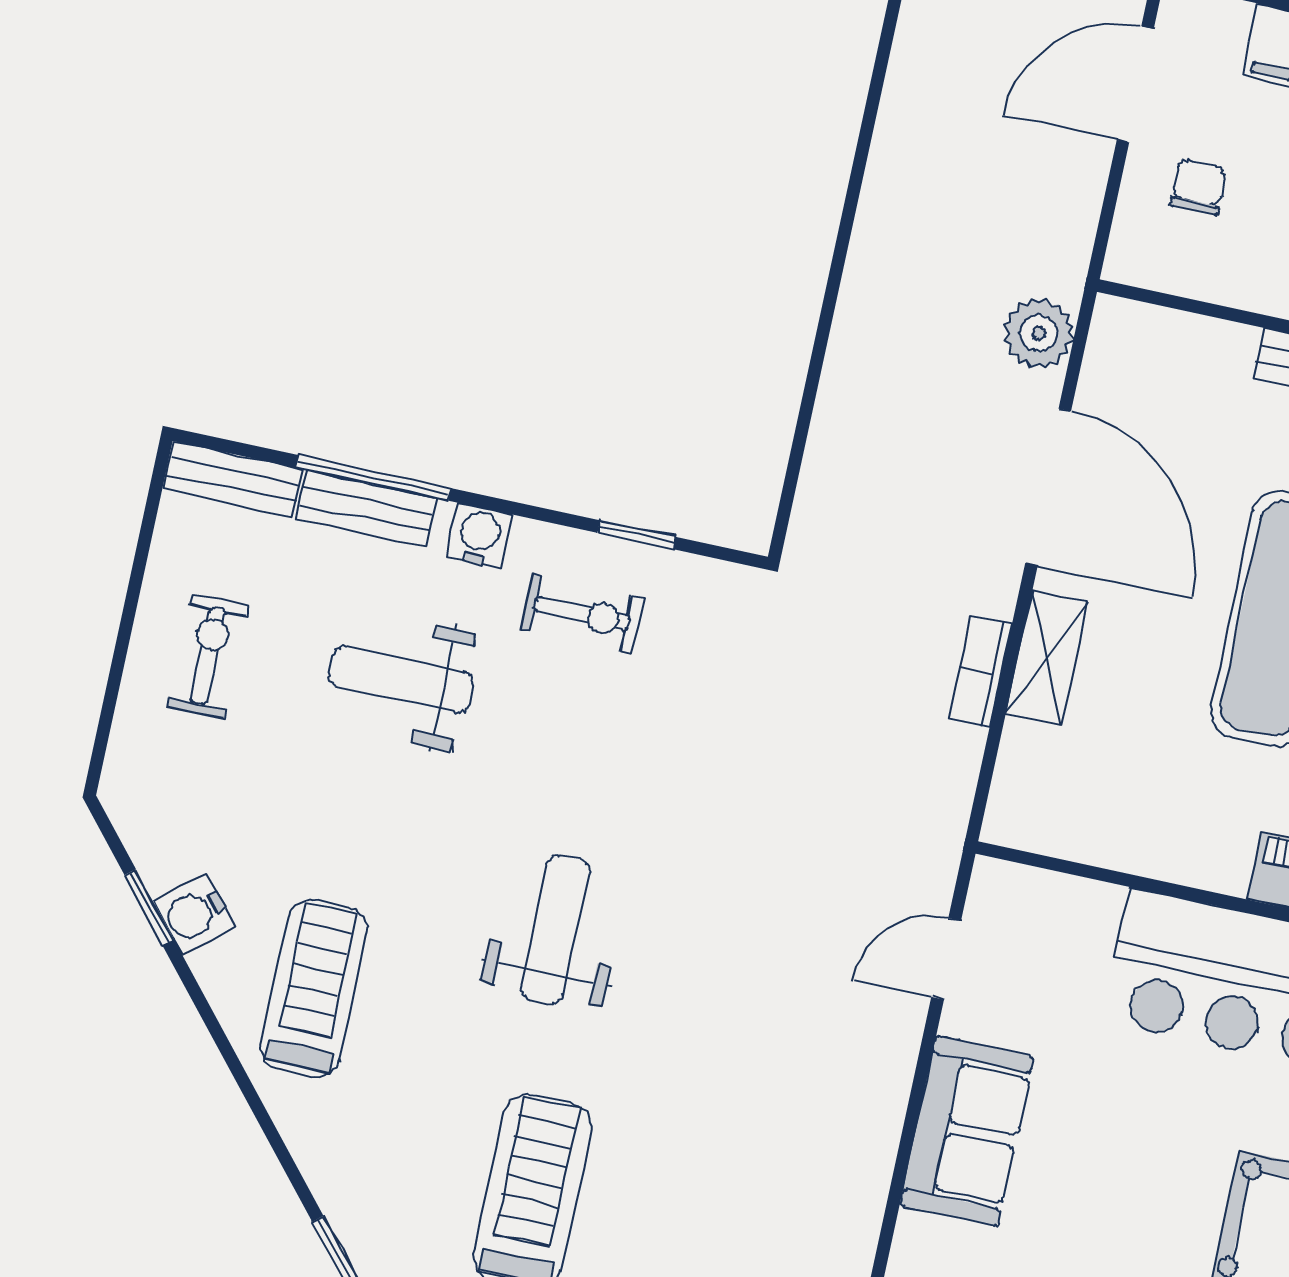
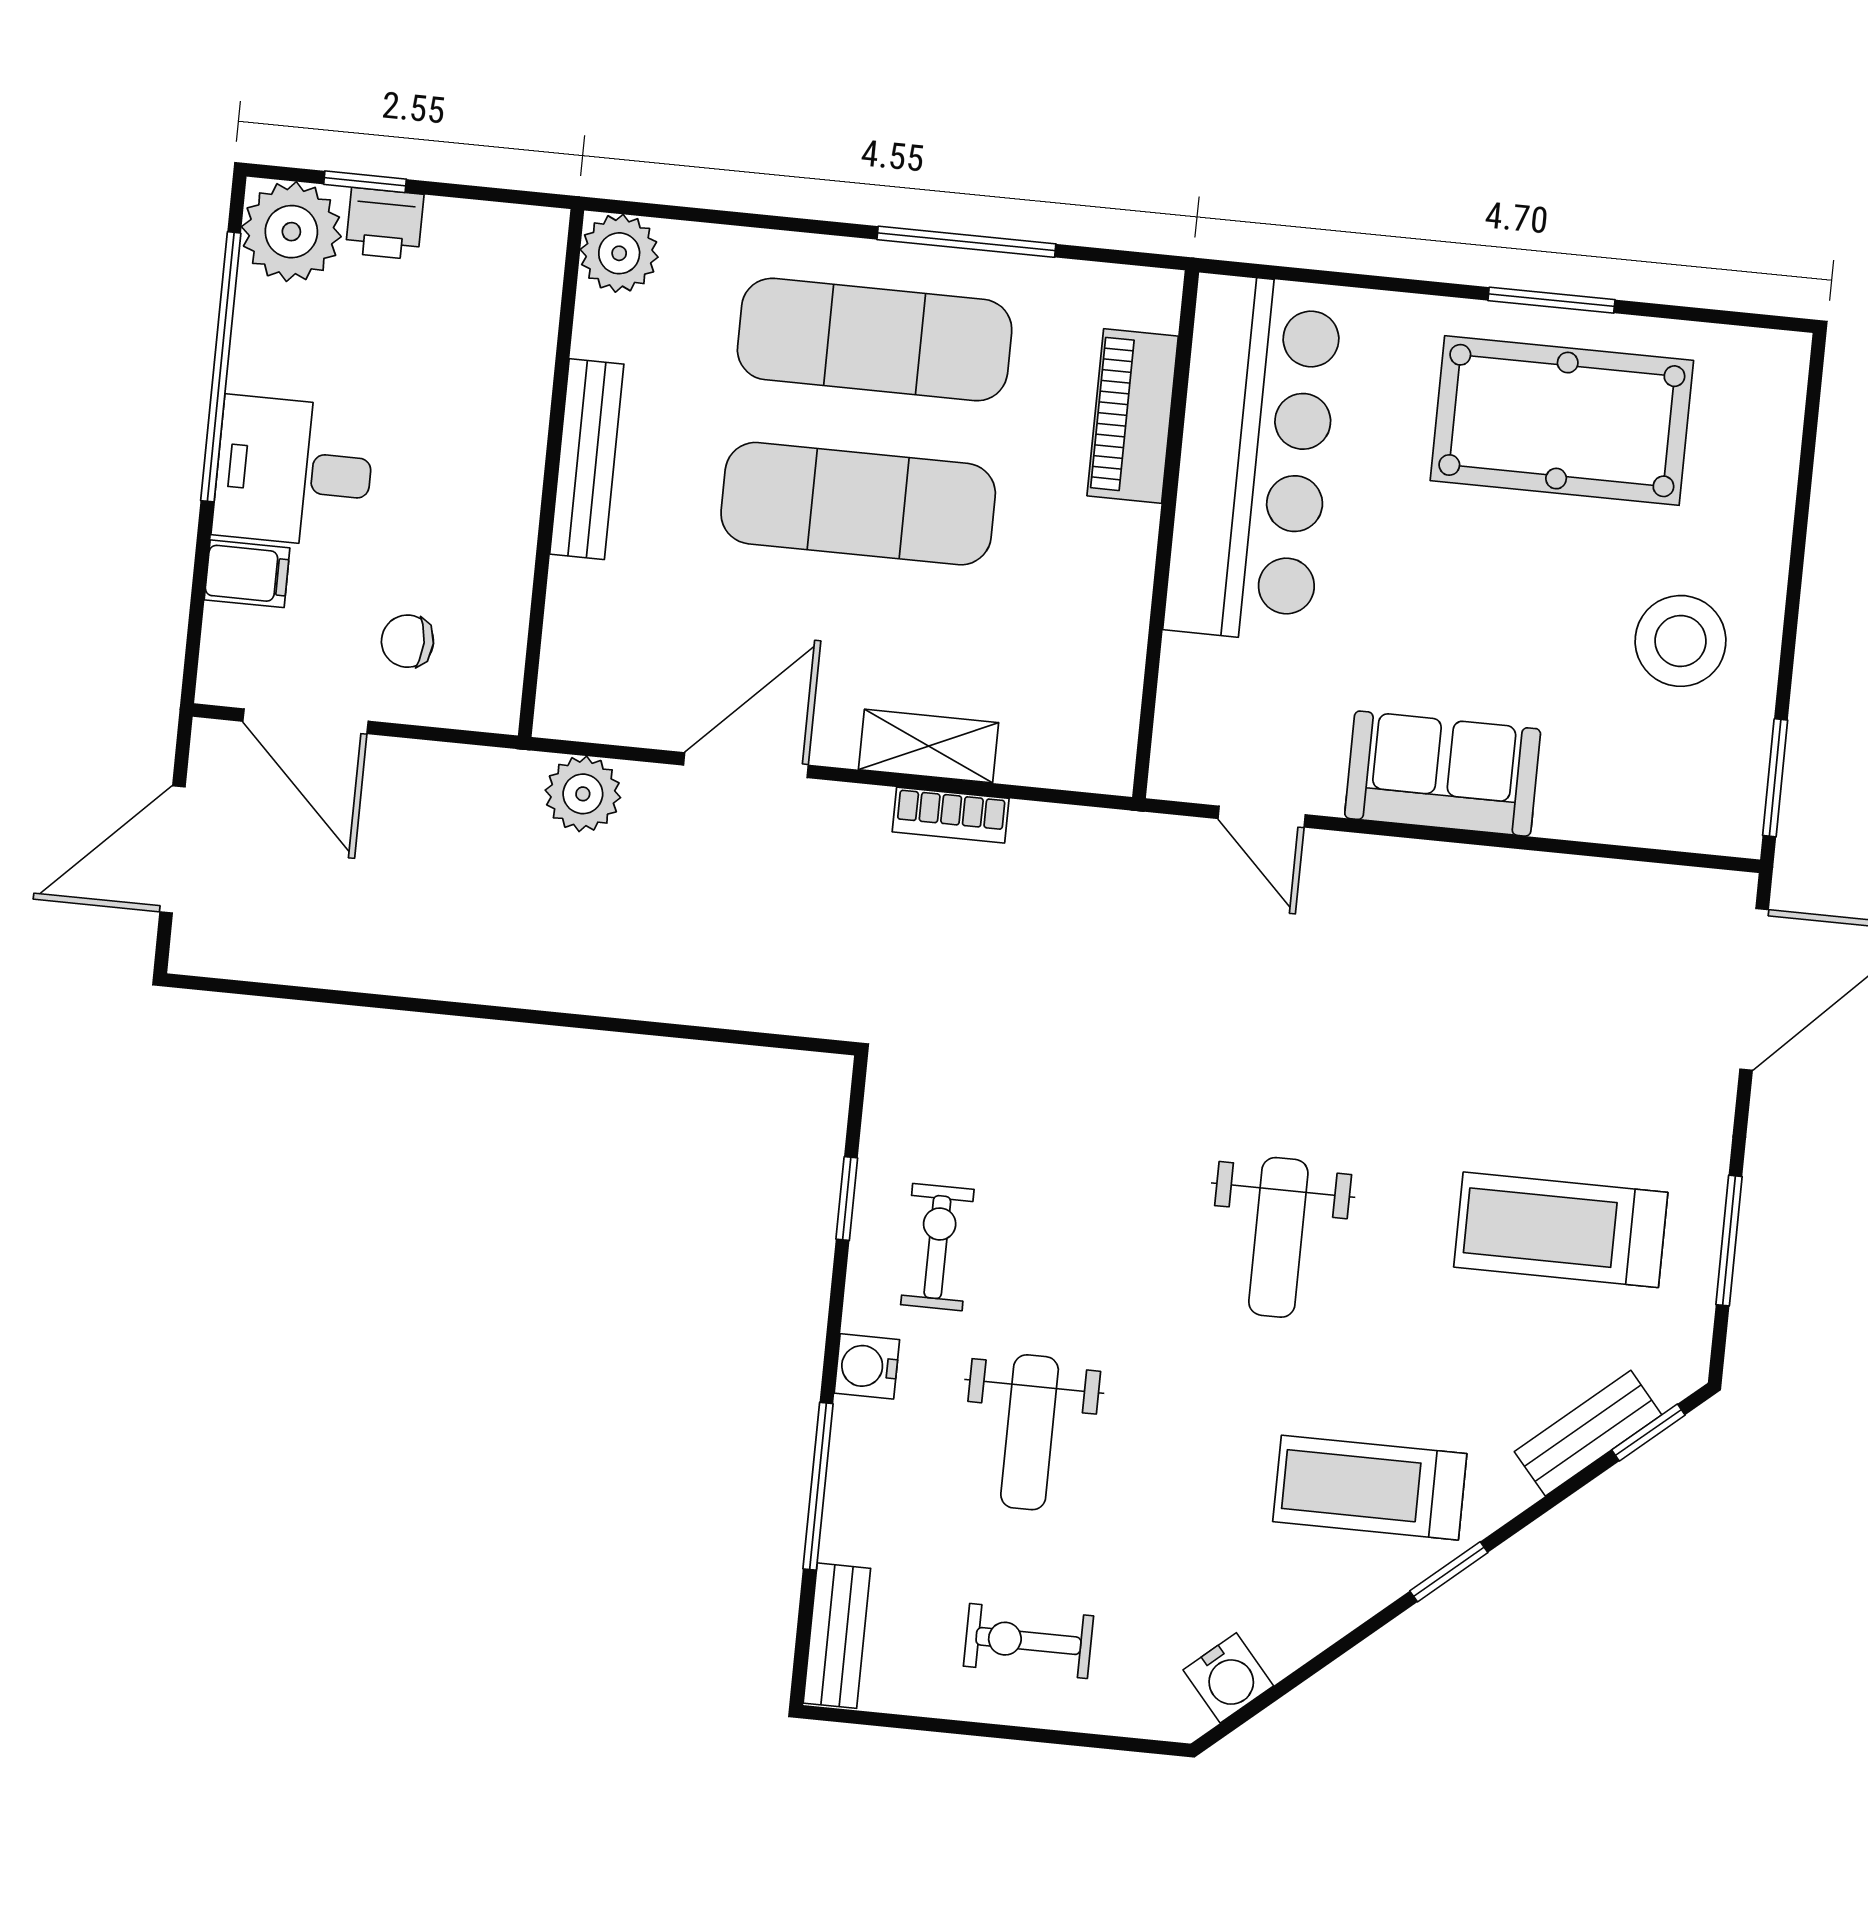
door: (1048, 487) -> (746, 765), width x0.73
bench: (367, 509) -> (1588, 1433), moved, turned 49
window: (149, 907) -> (1449, 1572), moved
water cooler: (195, 914) -> (1228, 1678), moved
weight bench: (555, 930) -> (1278, 1237), turned -90

